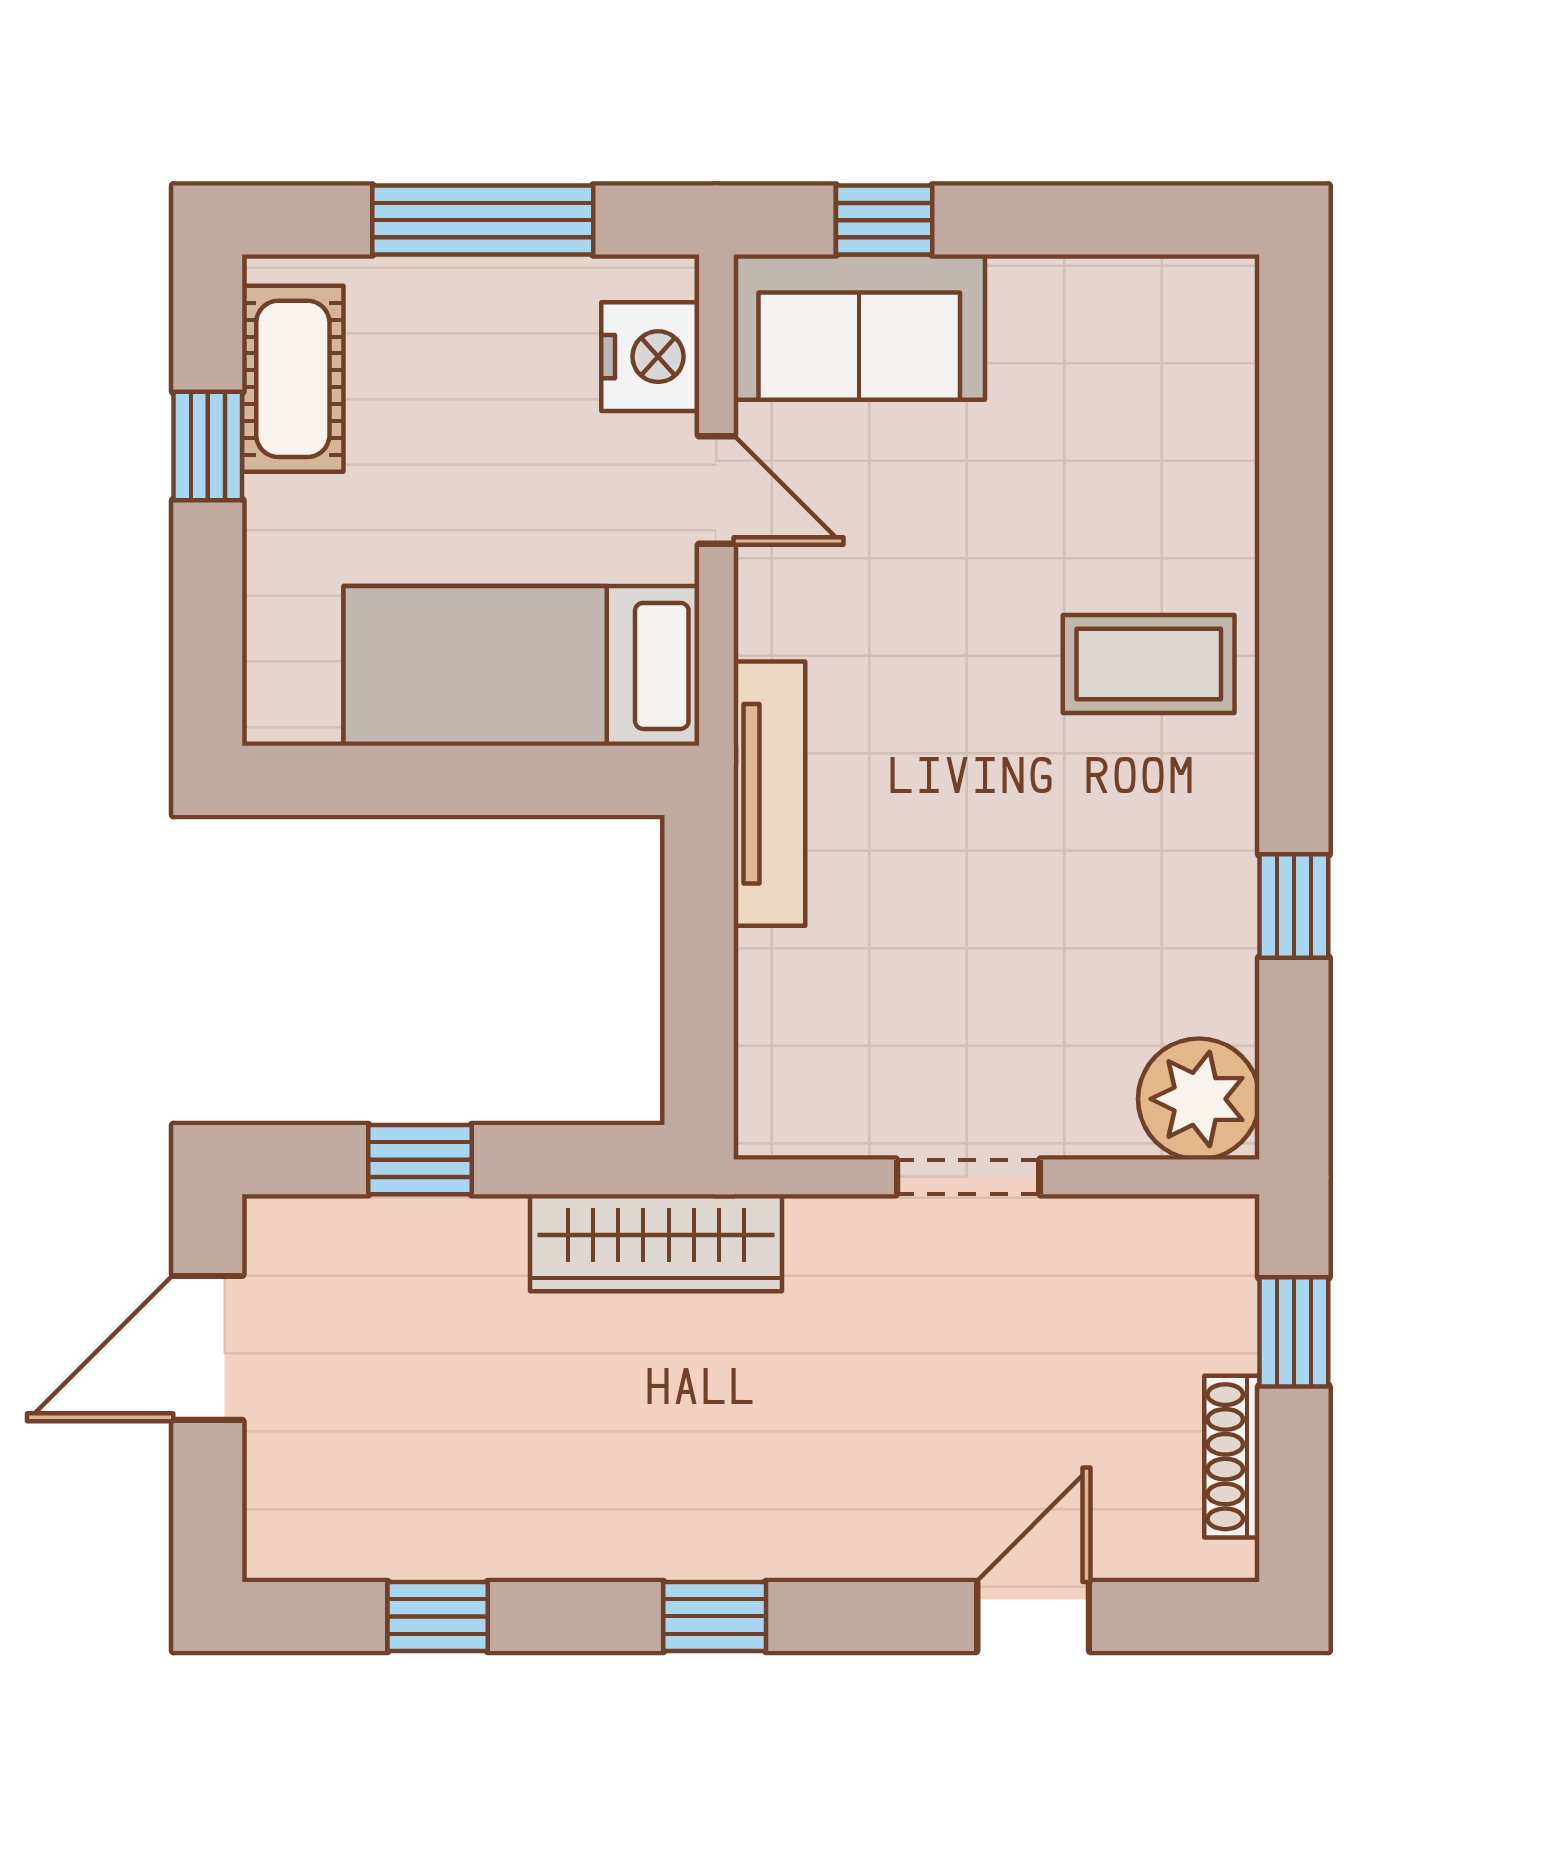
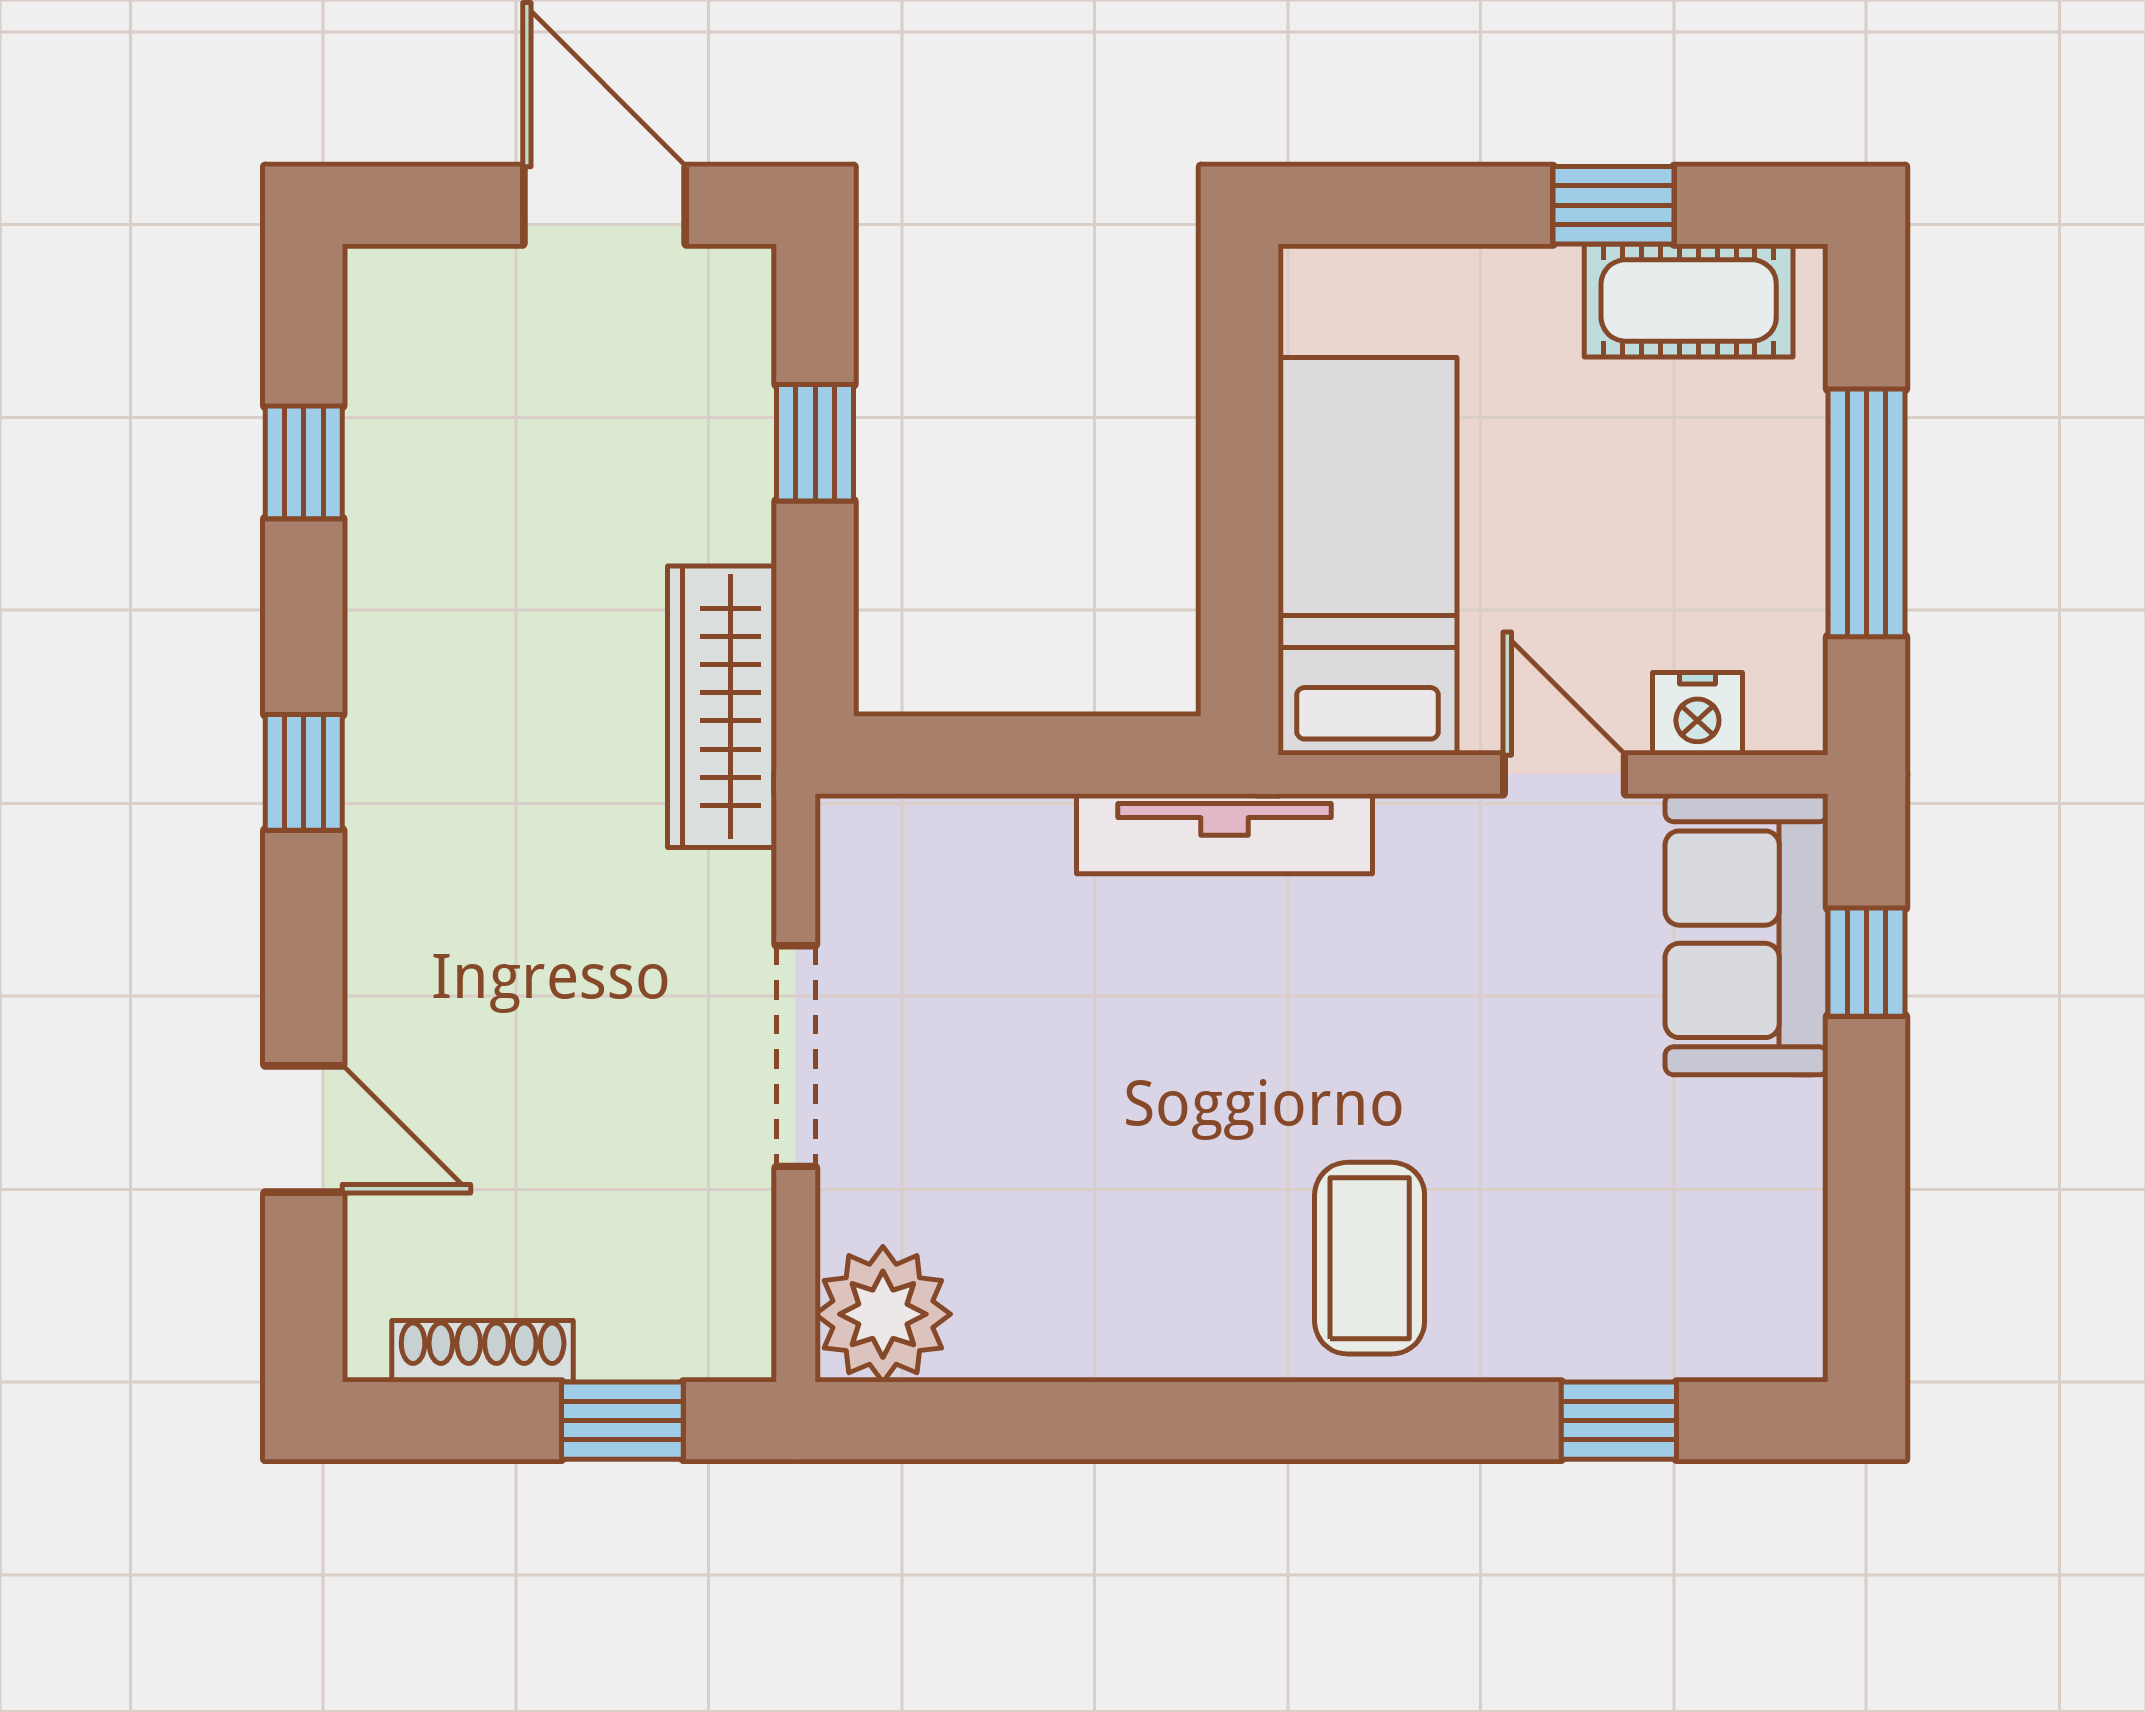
nightstand: (650, 357) -> (1697, 714), width x0.74, depth x0.75
door: (716, 490) -> (1564, 774), swing flipped
window: (1294, 906) -> (1619, 1421), moved
doorway: (968, 1177) -> (796, 1056), width x1.38

